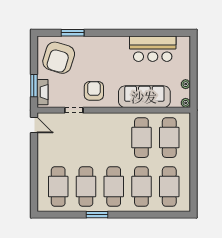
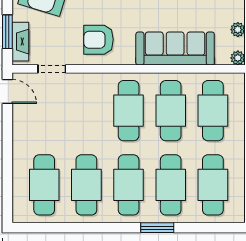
armchair: (94, 91) -> (98, 40), turned -90
doorway: (74, 110) -> (52, 69), moved
cafe table: (114, 138) -> (129, 111), added
window: (97, 215) -> (157, 228), moved

